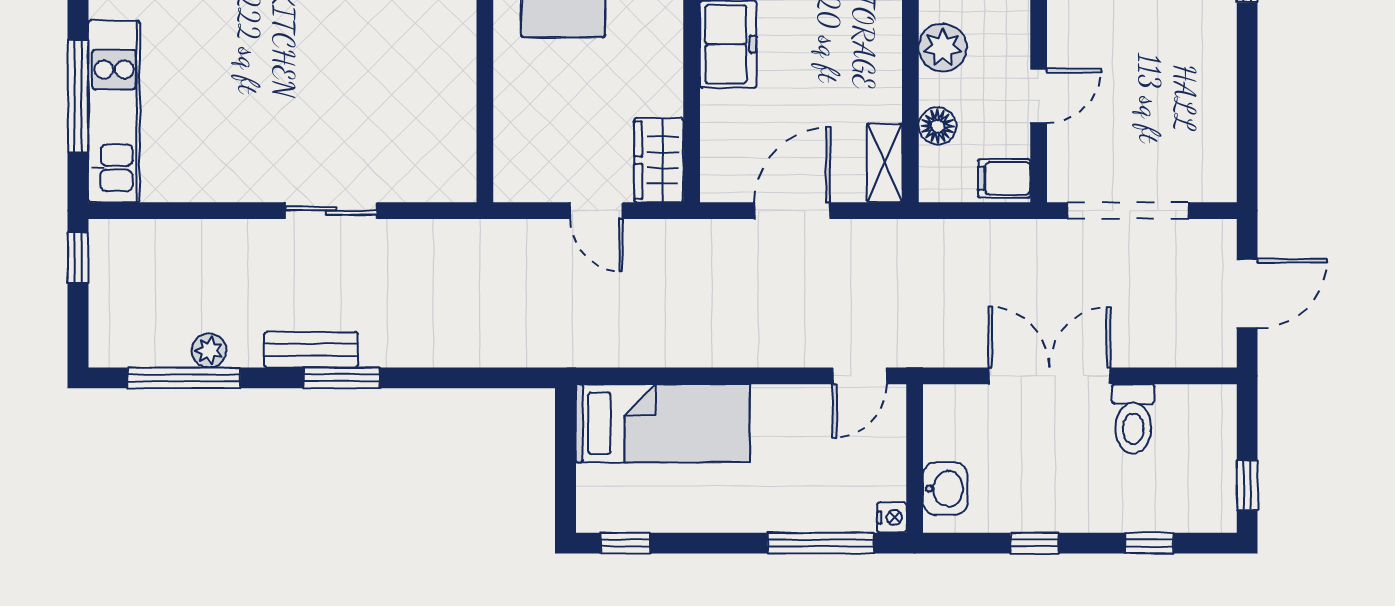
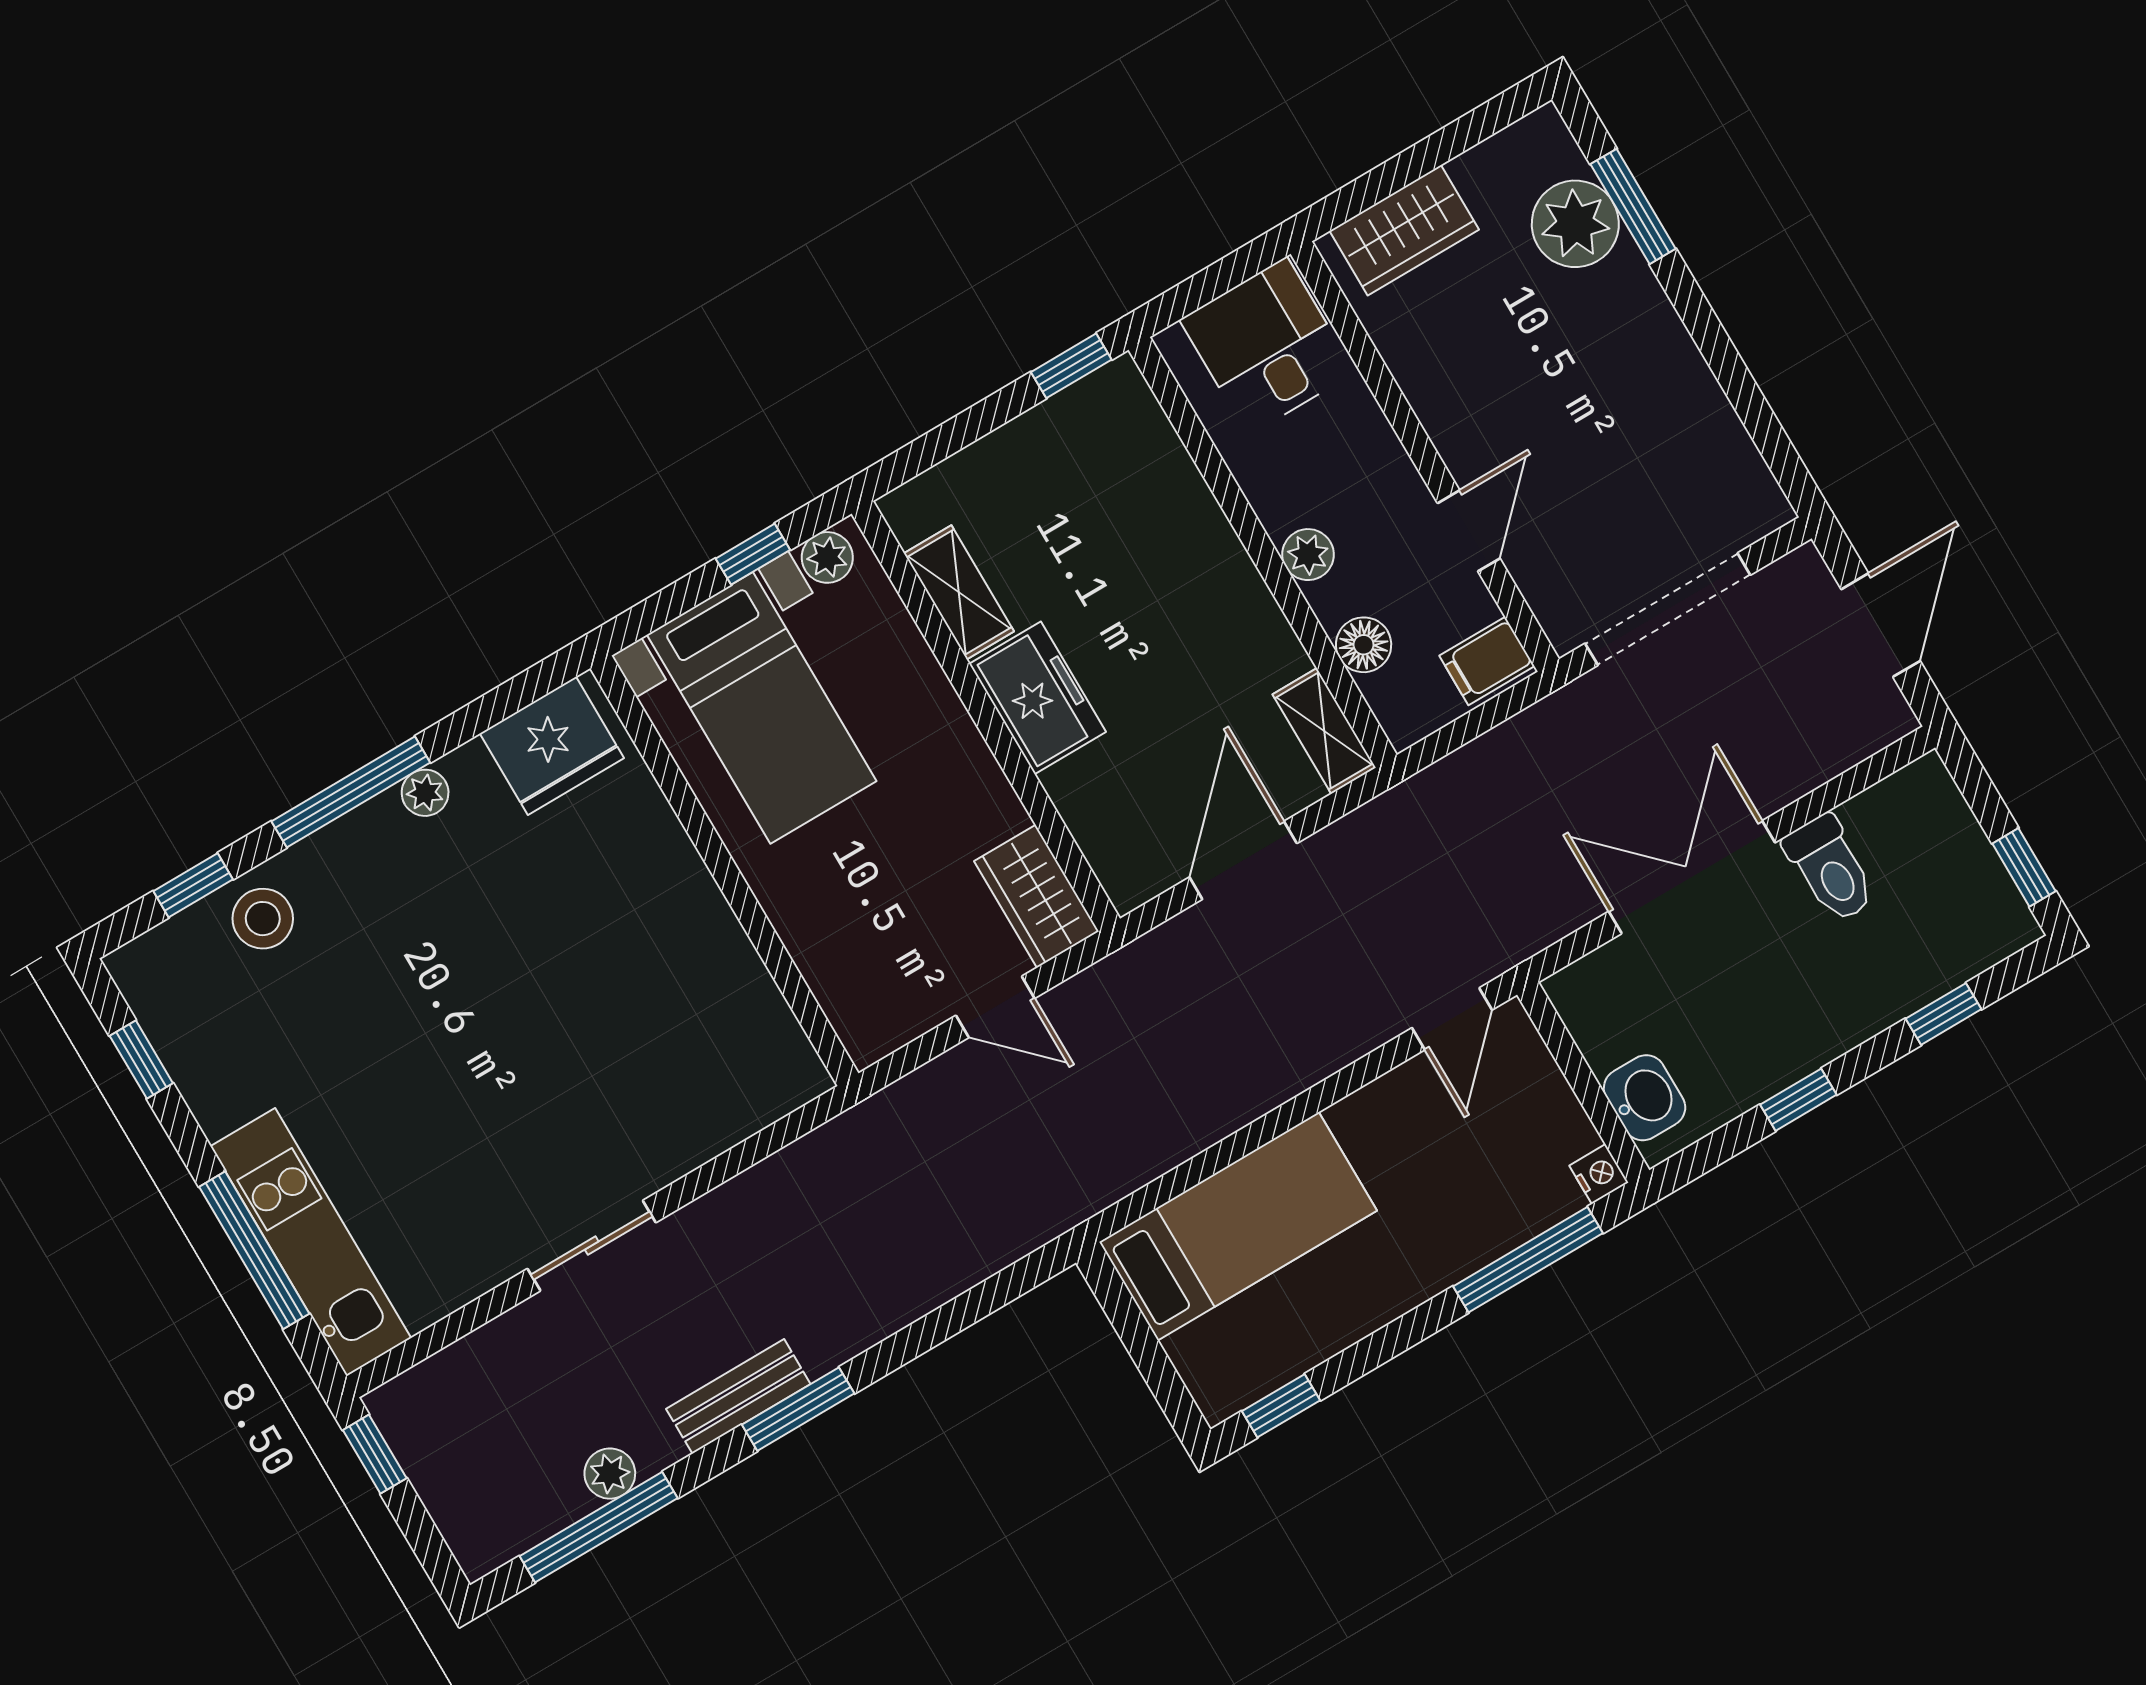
plant: (943, 47) -> (1308, 555), width x0.73, depth x0.73
sliding door: (331, 211) -> (592, 1246), moved

